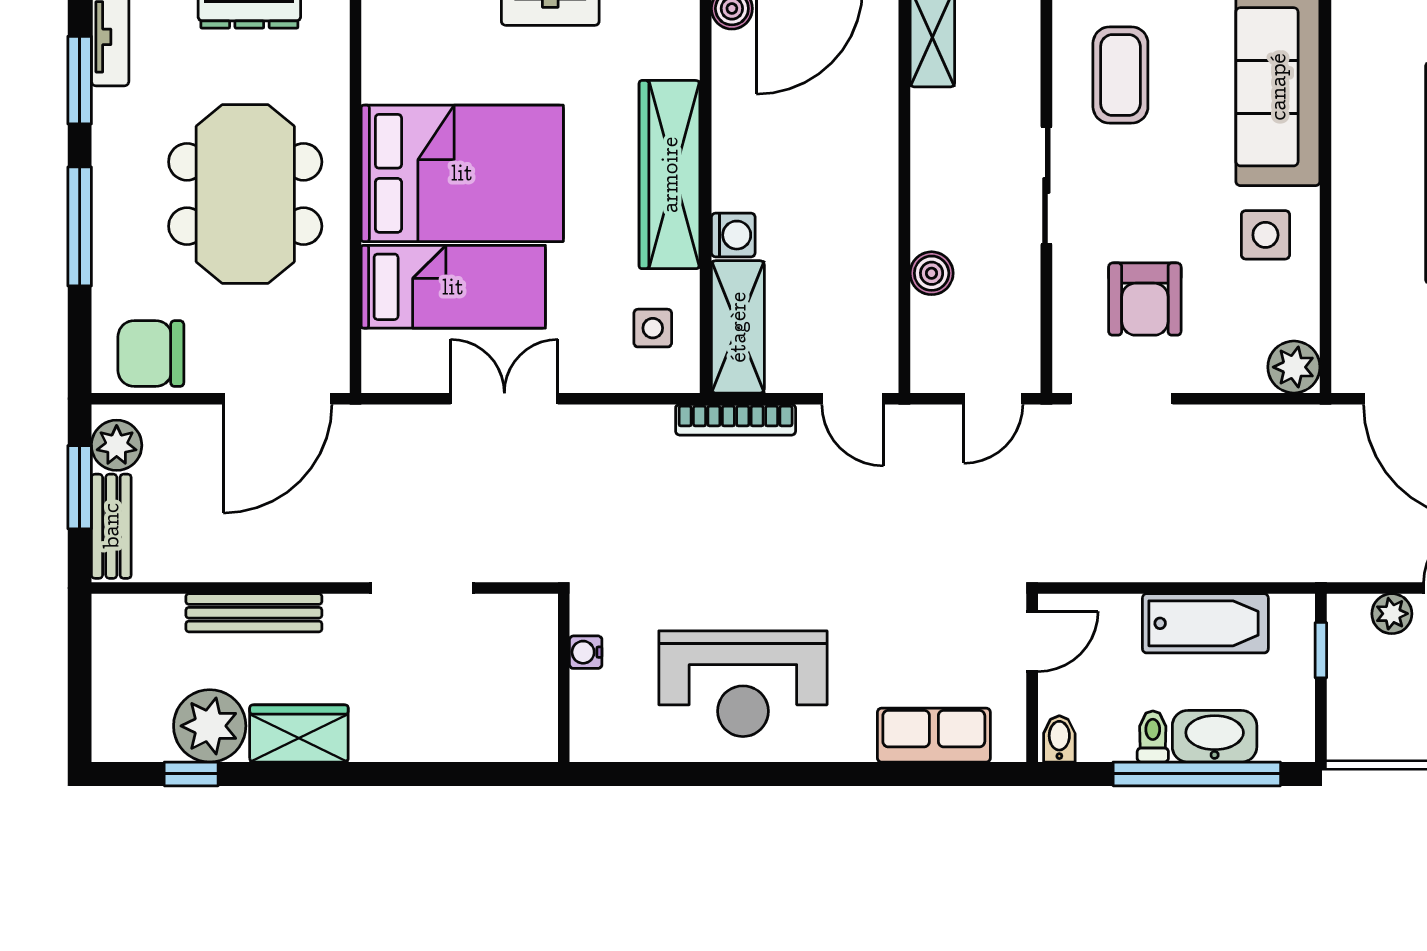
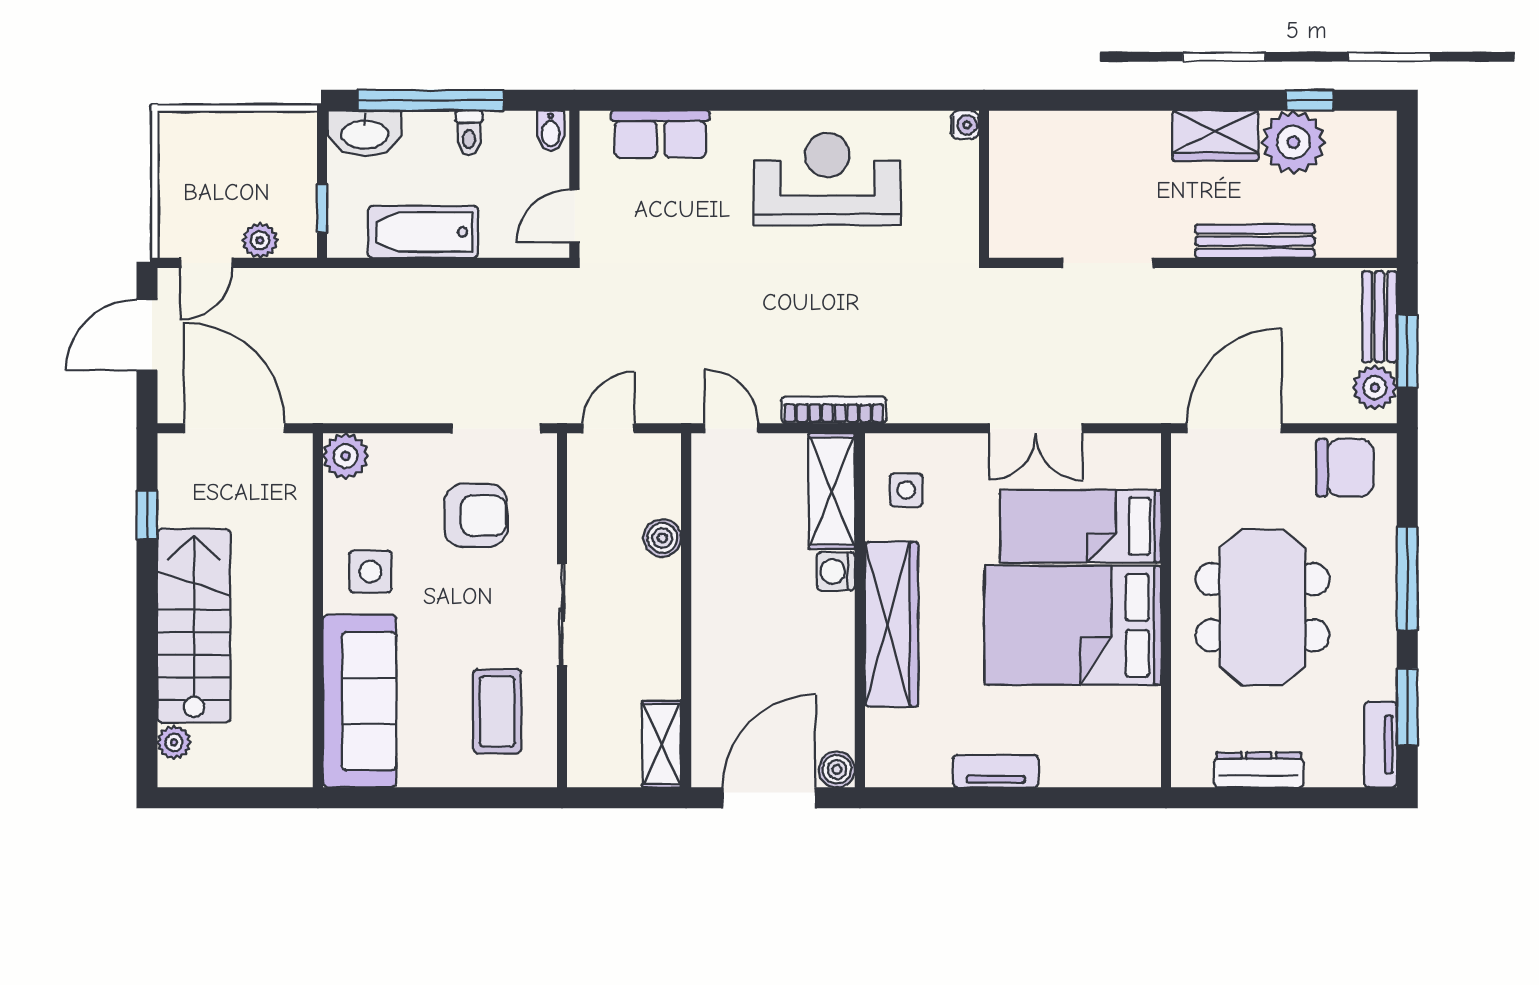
armchair: (1145, 299) -> (476, 515), turned 90
water cooler: (586, 652) -> (965, 125), moved
washbasin: (1215, 736) -> (365, 133), moved

